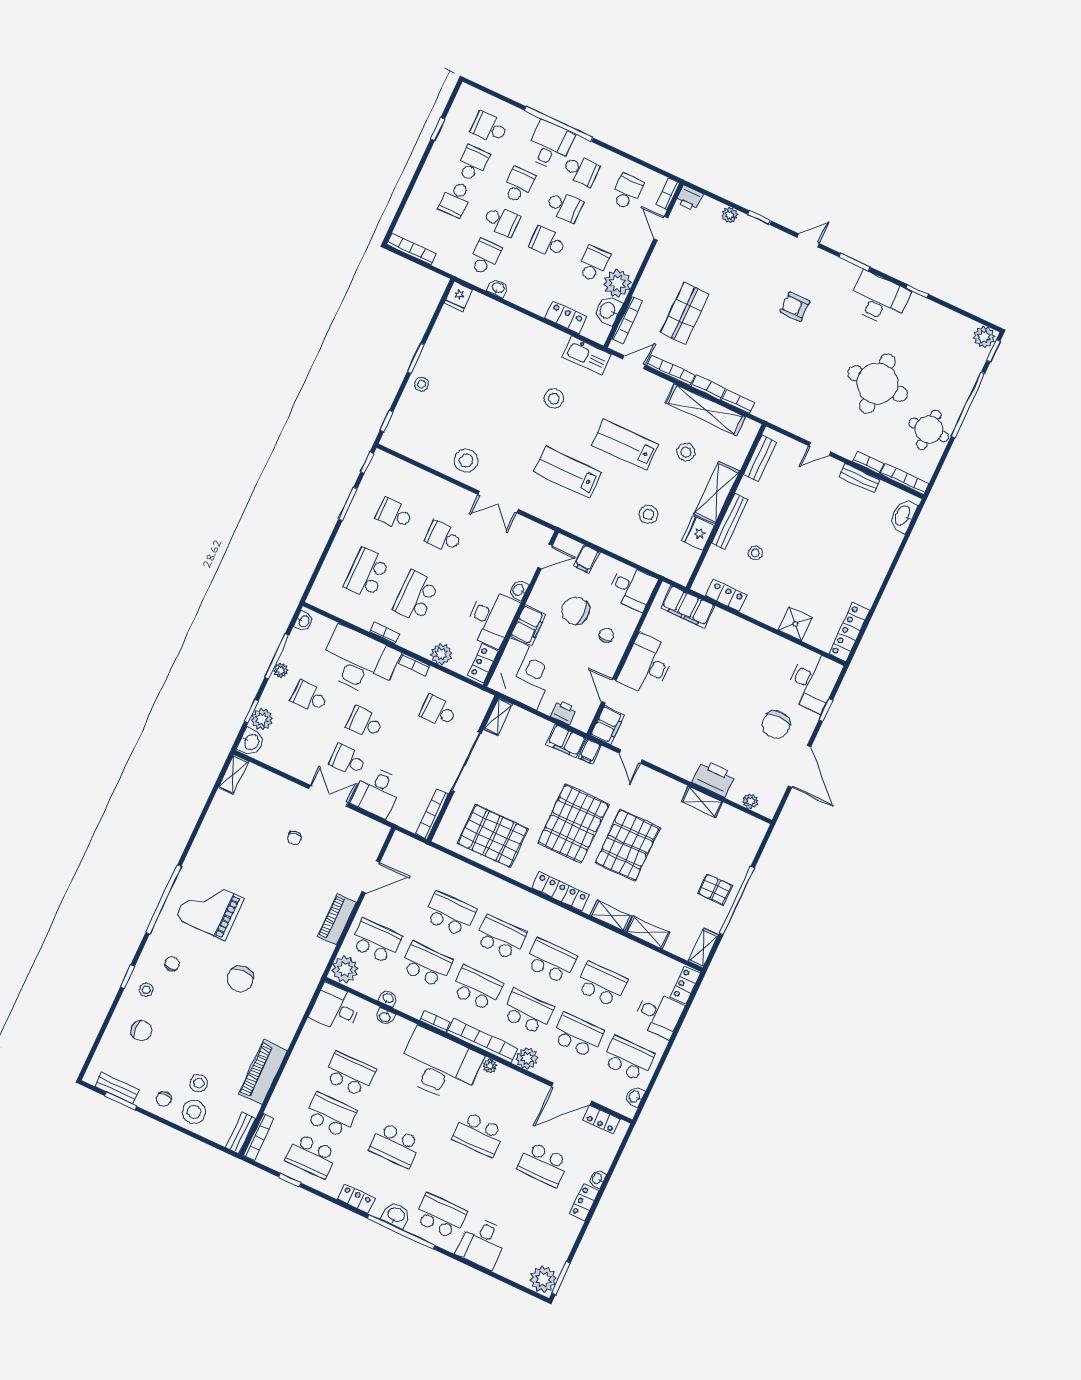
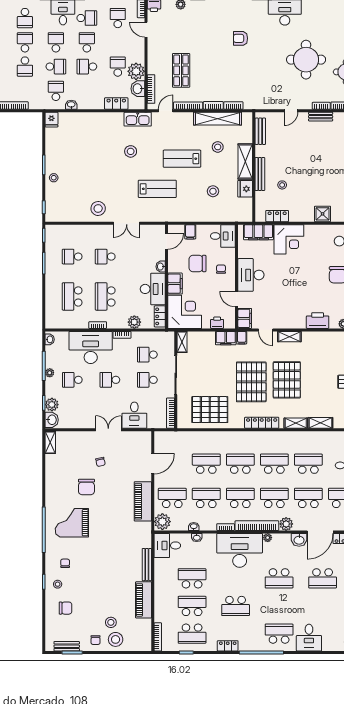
school desk: (489, 128) -> (25, 18), turned -90
school desk: (564, 206) -> (87, 42), turned -90
lab bench: (567, 472) -> (157, 189), turned 180
corner desk: (728, 638) -> (289, 239), added
school desk: (348, 760) -> (147, 380), moved
shelving: (702, 802) -> (289, 337), moved
piano: (337, 919) -> (143, 501), width x1.37, depth x1.33
chair: (240, 979) -> (86, 487), moved
bench: (241, 1133) -> (147, 565), moved, width x1.36
washbasin: (396, 1215) -> (299, 540), moved, turned 180

